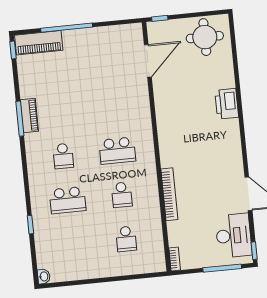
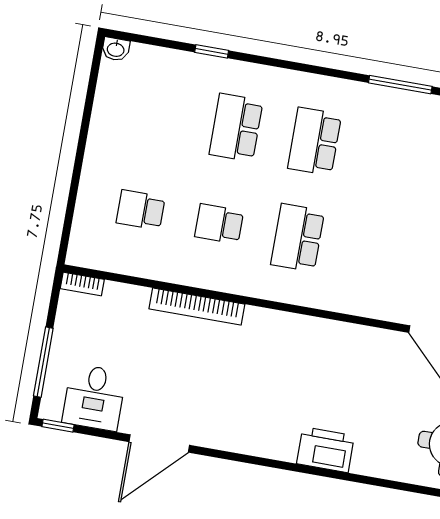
piano: (29, 116) -> (401, 102), removed
school desk: (63, 156) -> (315, 141), width x1.85
desk: (234, 236) -> (94, 397), width x0.73

